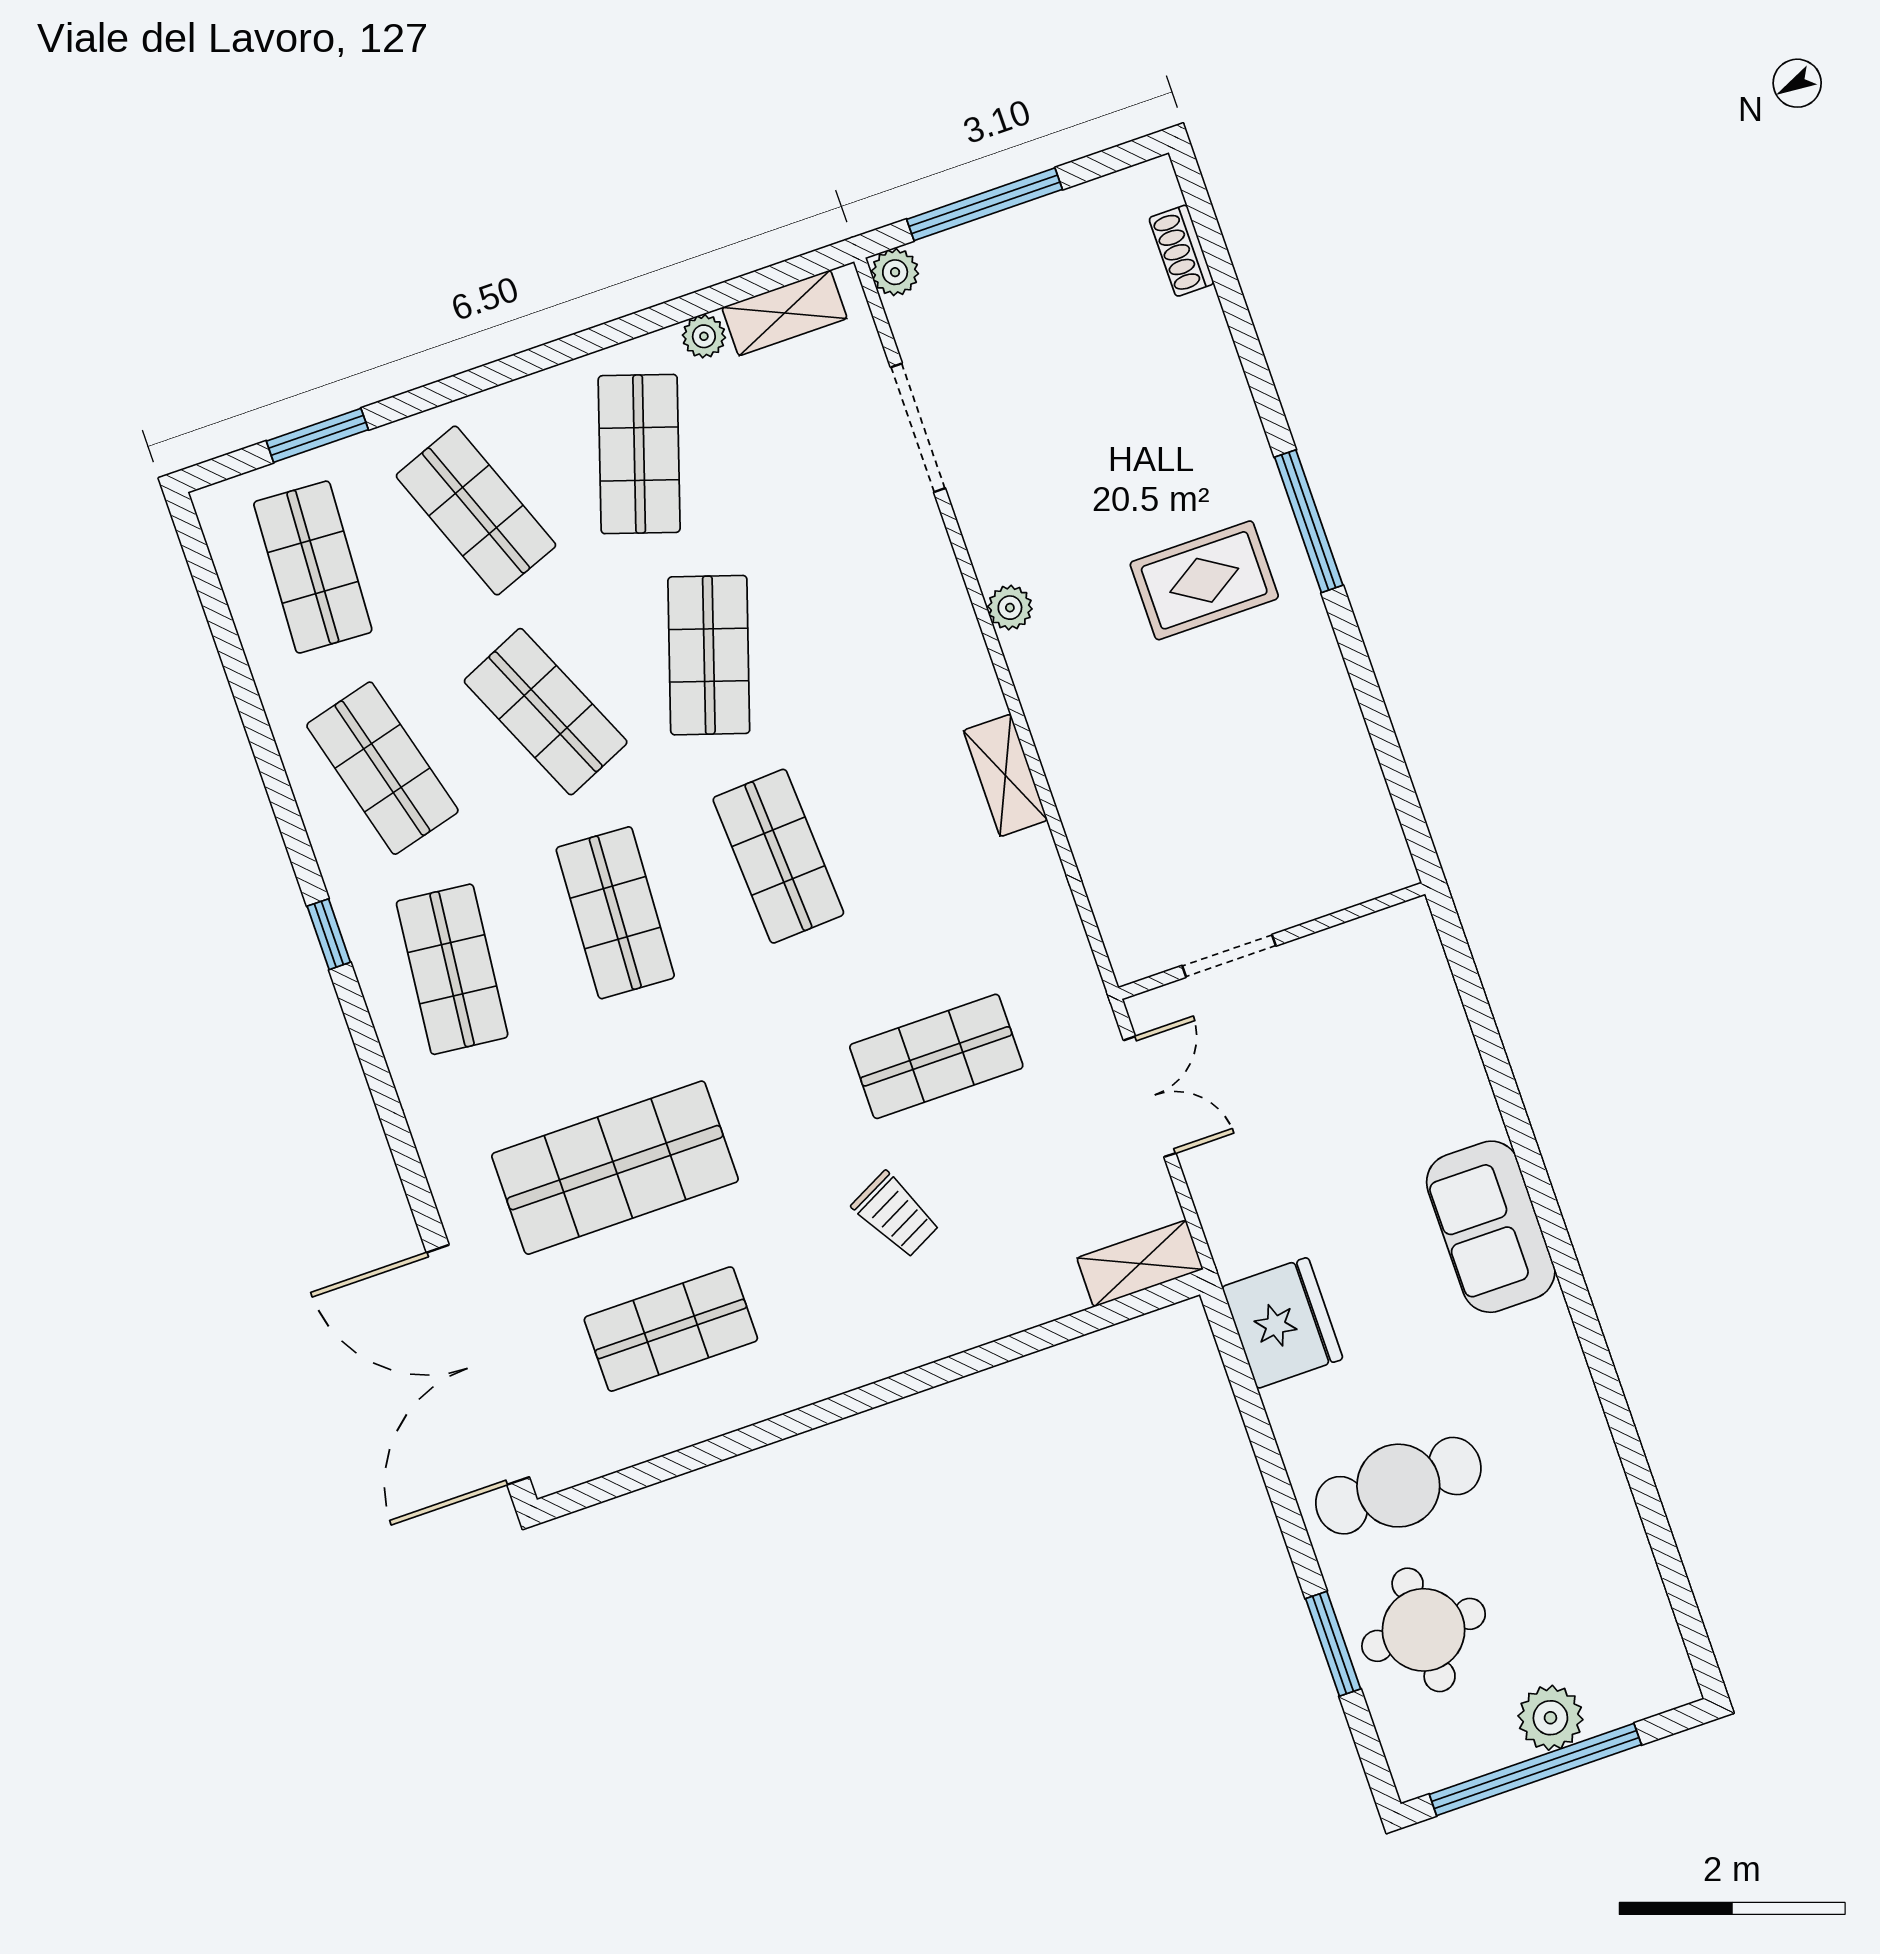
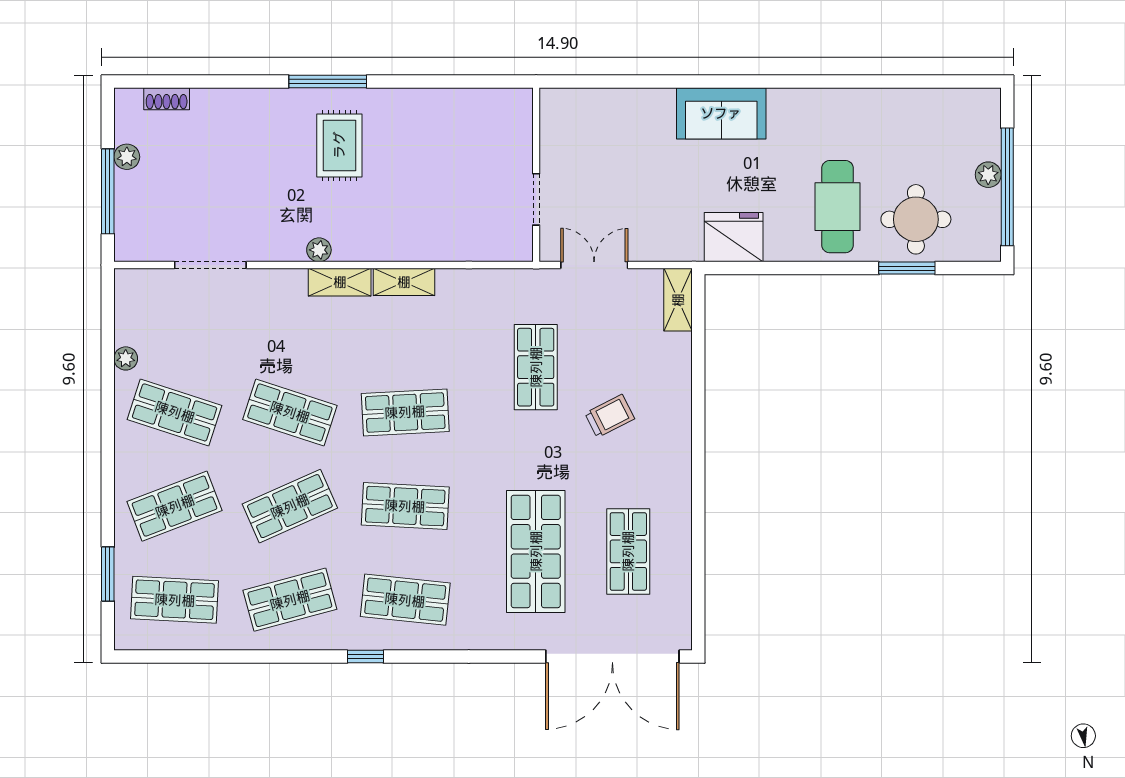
plant: (895, 272) -> (127, 157), moved
shelving: (785, 313) -> (340, 282), moved, turned 90
plant: (1550, 1718) -> (988, 175), width x0.73, depth x0.73

